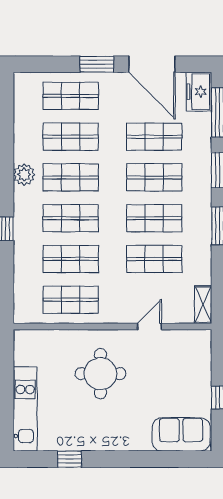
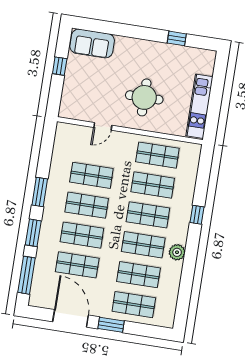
freezer: (199, 92) -> (39, 293), removed
shelving: (203, 305) -> (61, 136), removed
kitchen unit: (25, 409) -> (199, 106), moved

